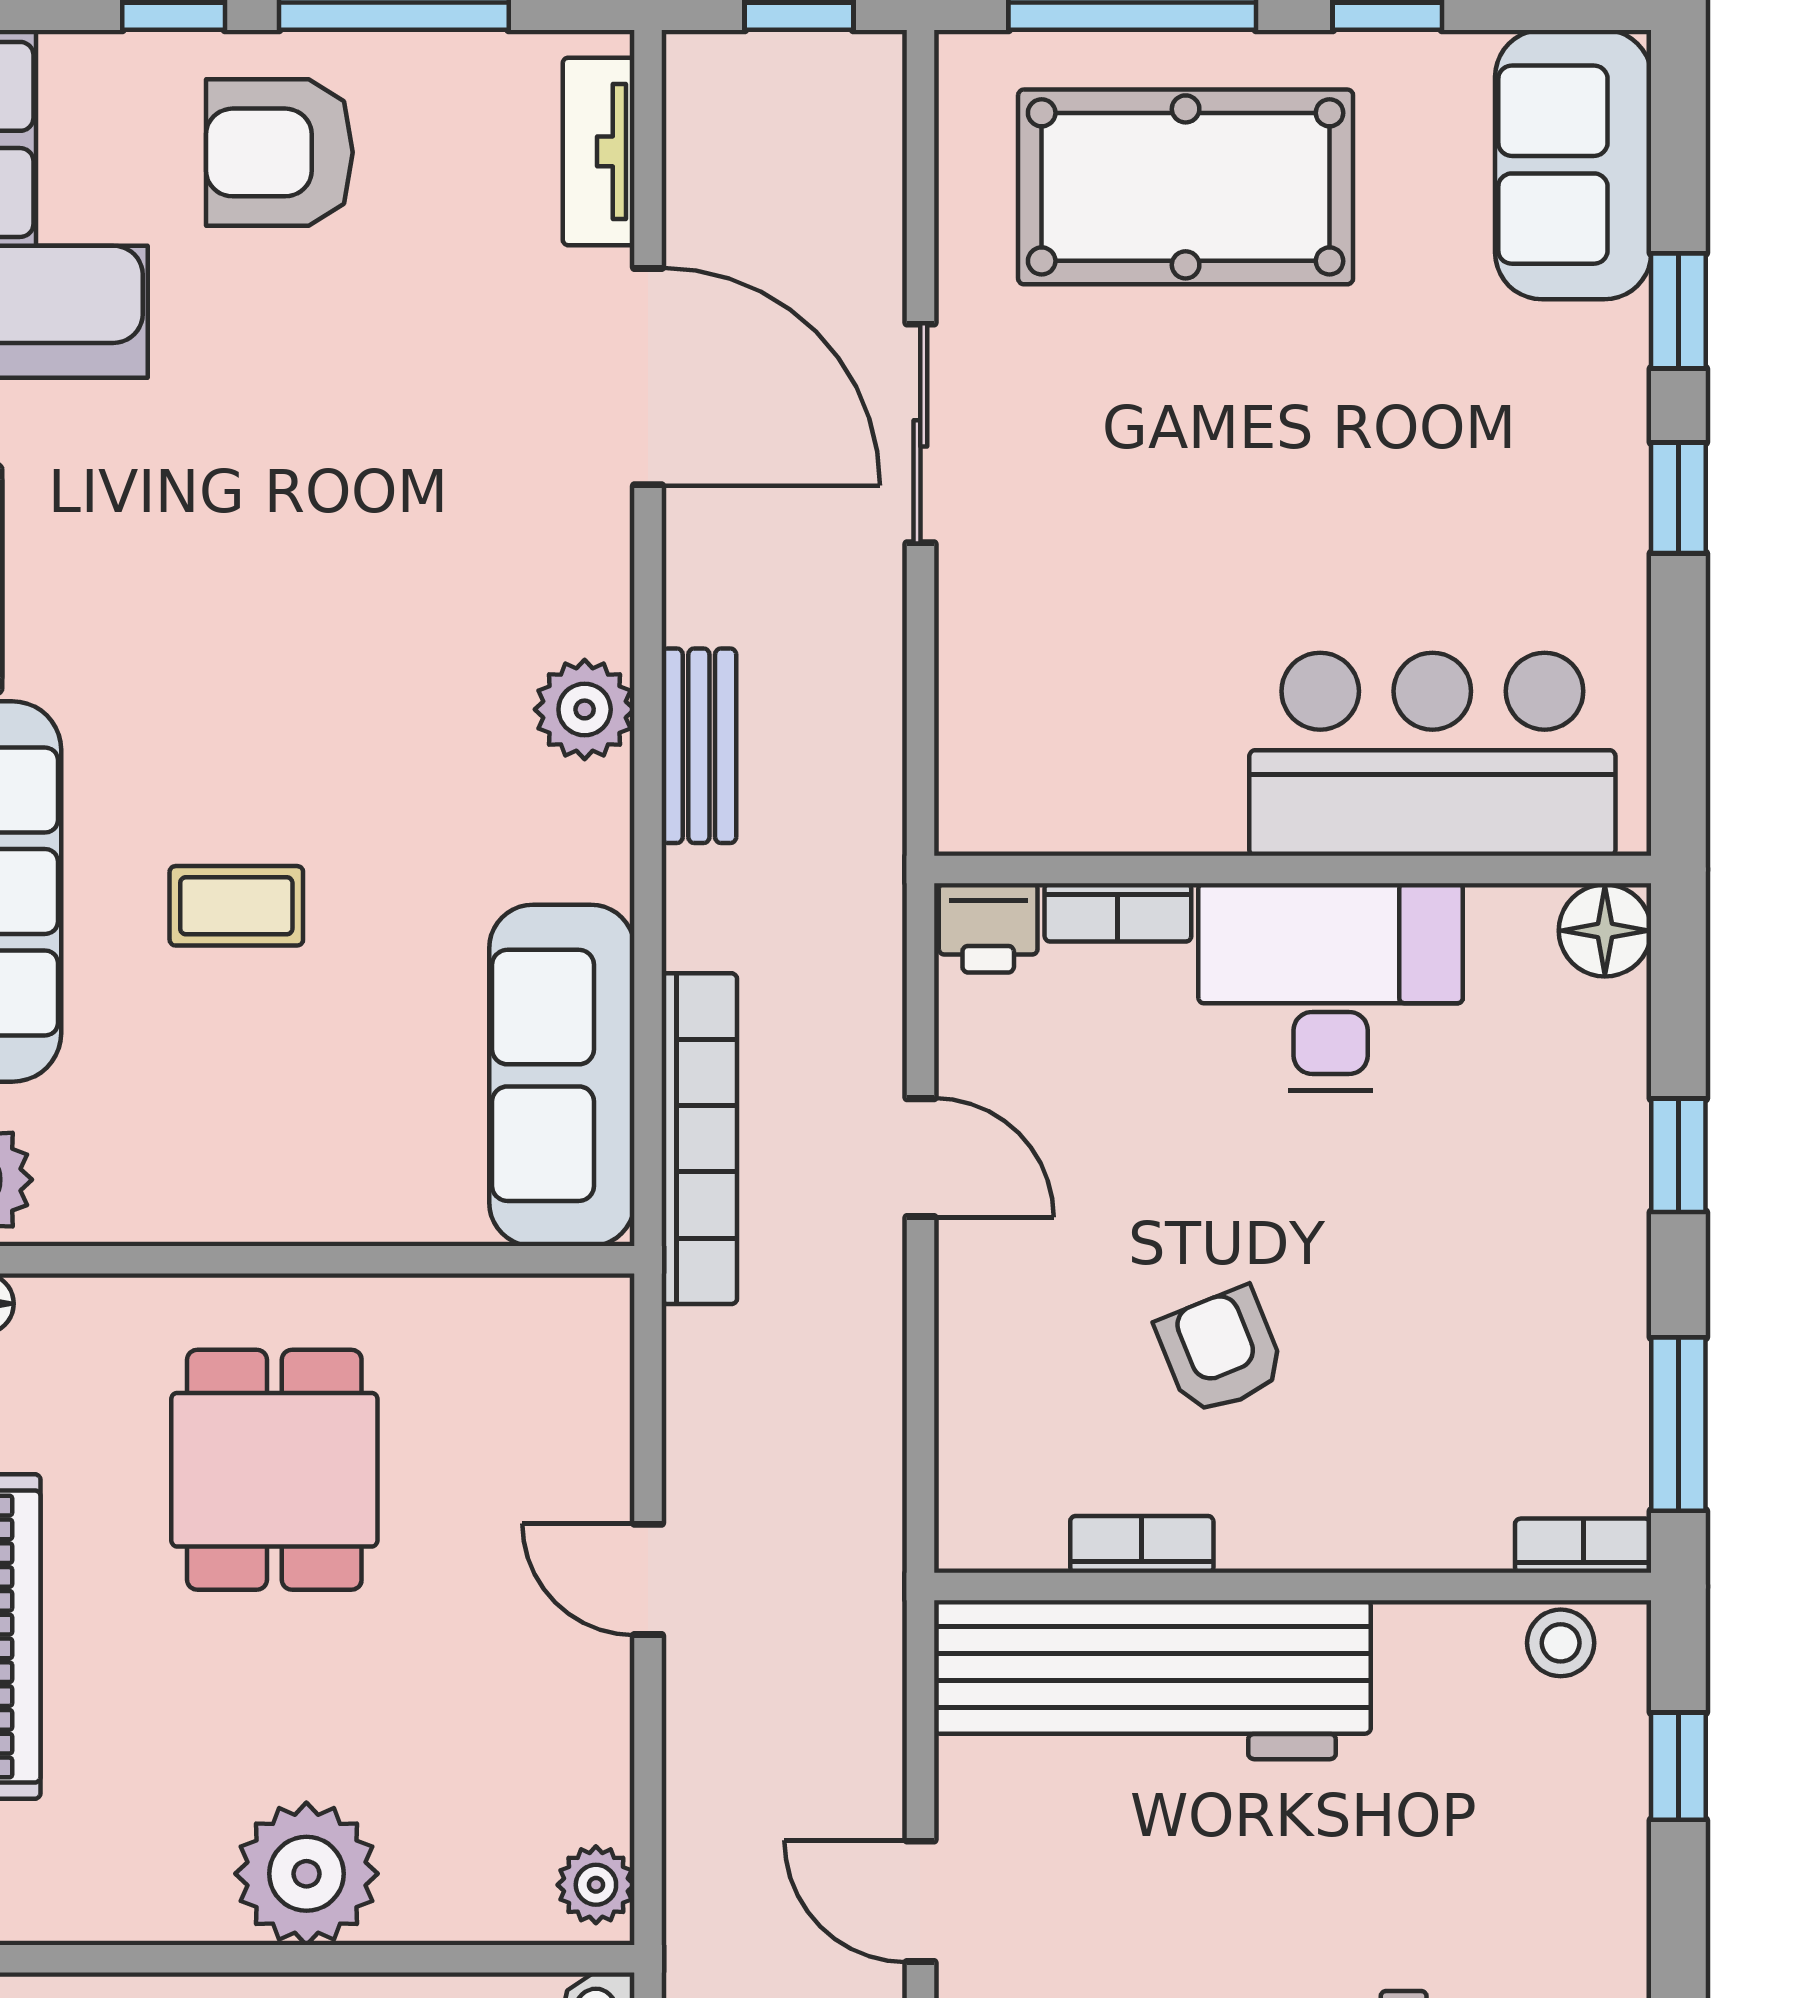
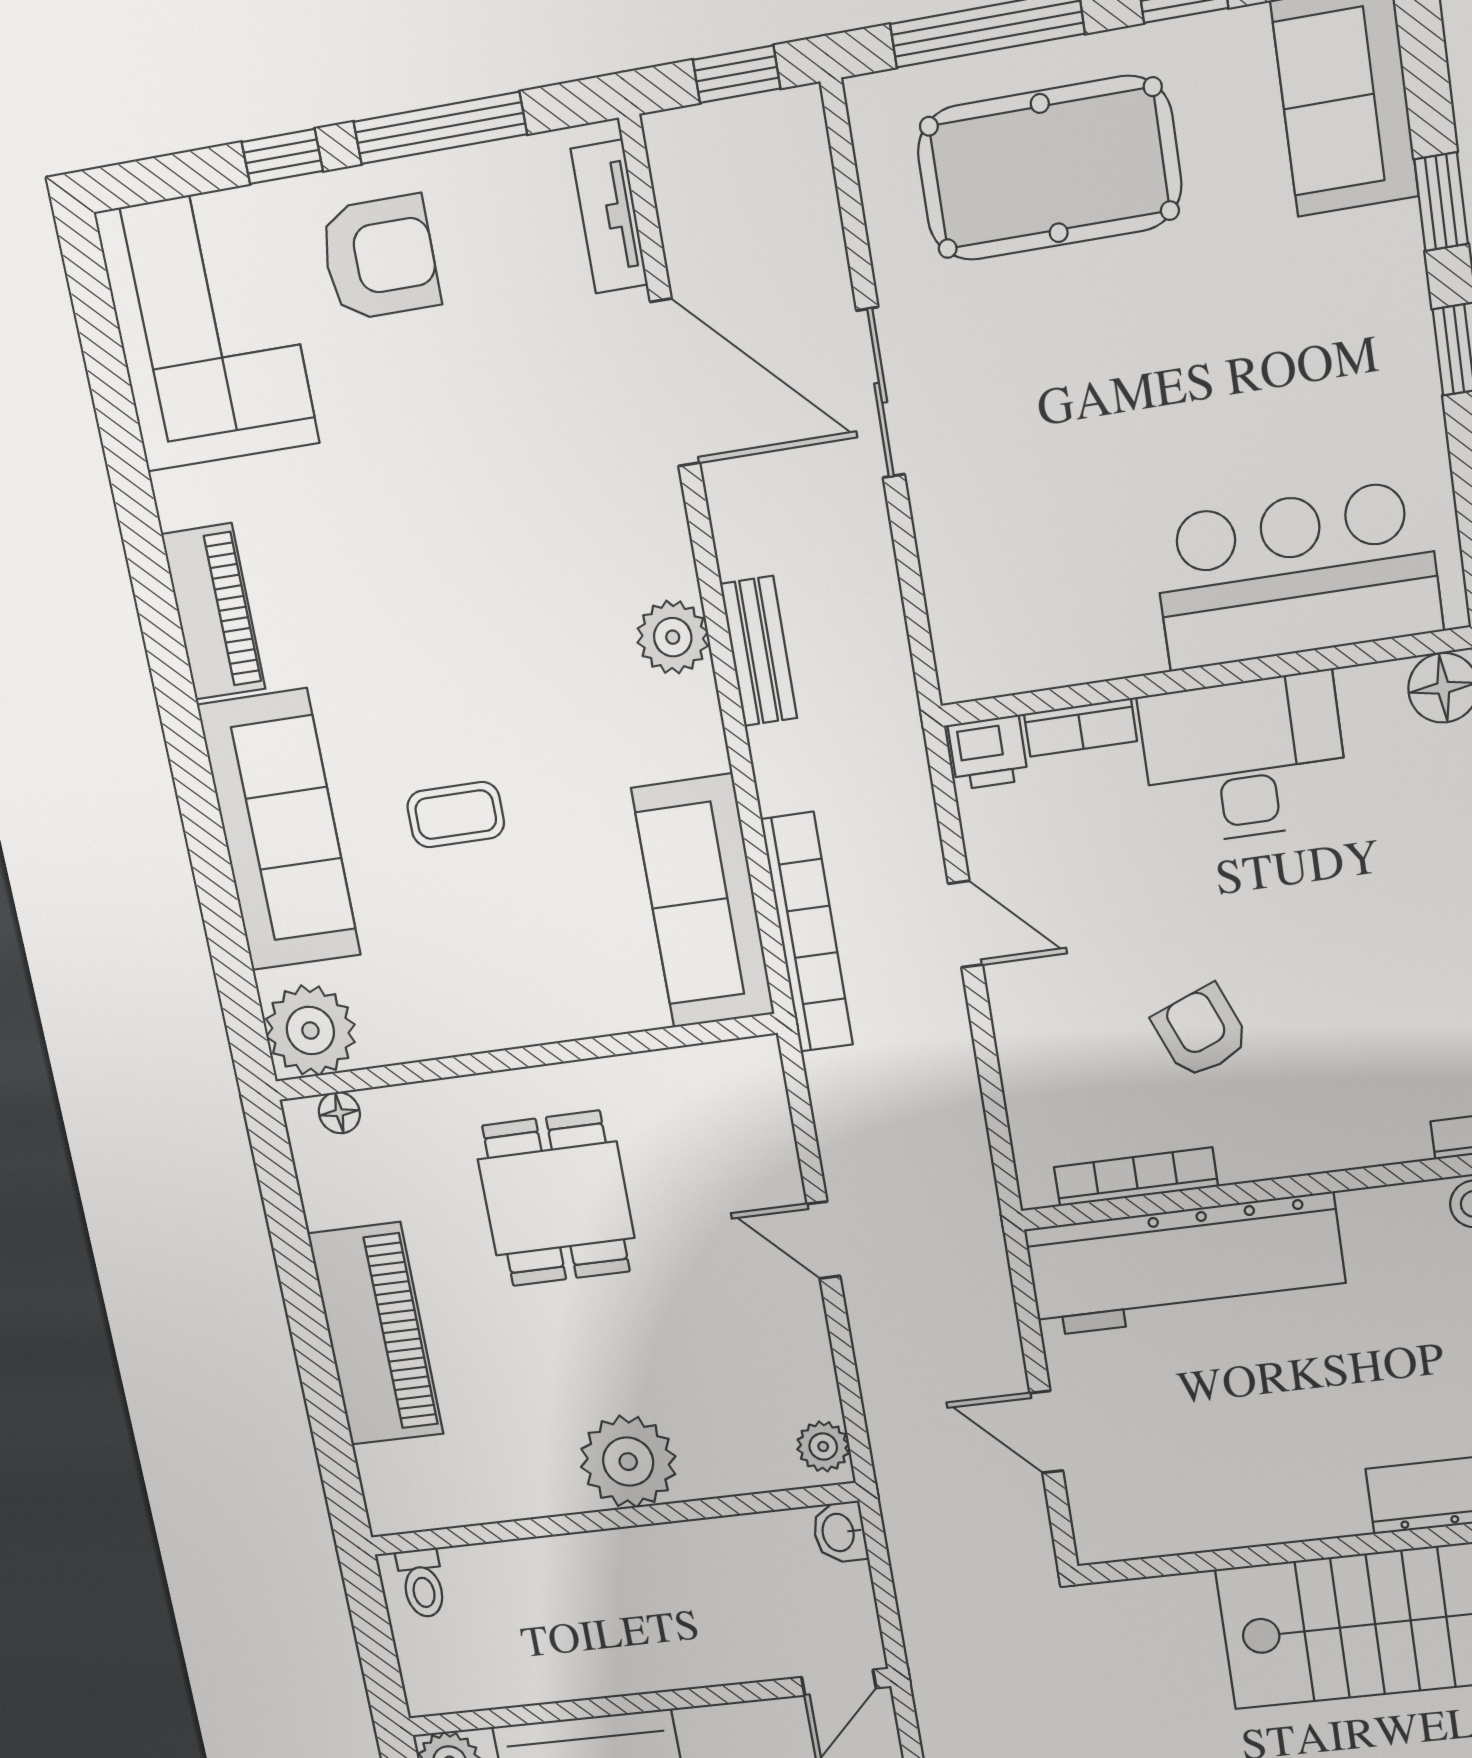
armchair: (279, 152) -> (380, 258), turned 180
bookcase: (1142, 1544) -> (1136, 1177), width x1.56

